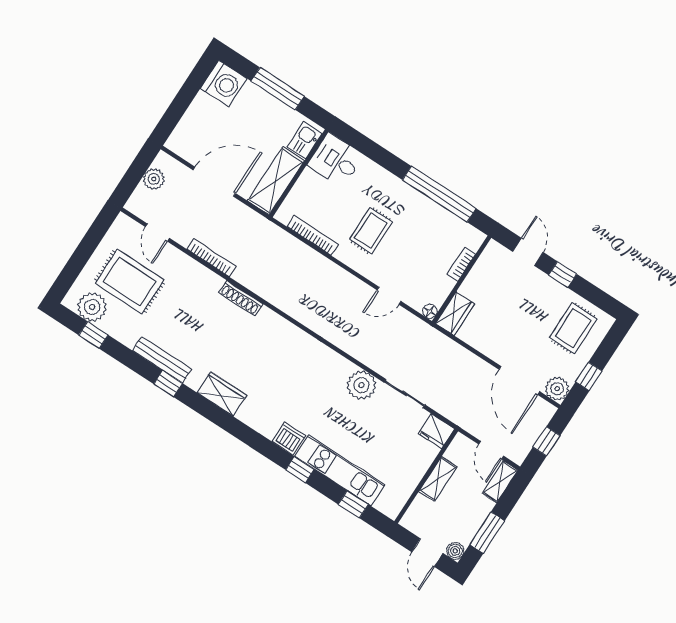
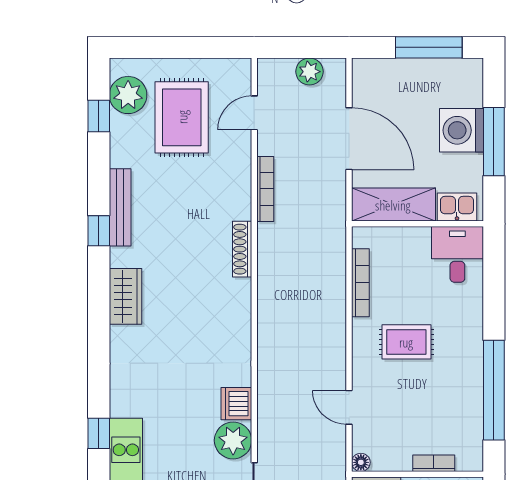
washing machine: (224, 84) -> (462, 130), moved, turned 90
window: (189, 91) -> (429, 47), added
dishwasher: (289, 439) -> (236, 404), moved, turned 180

